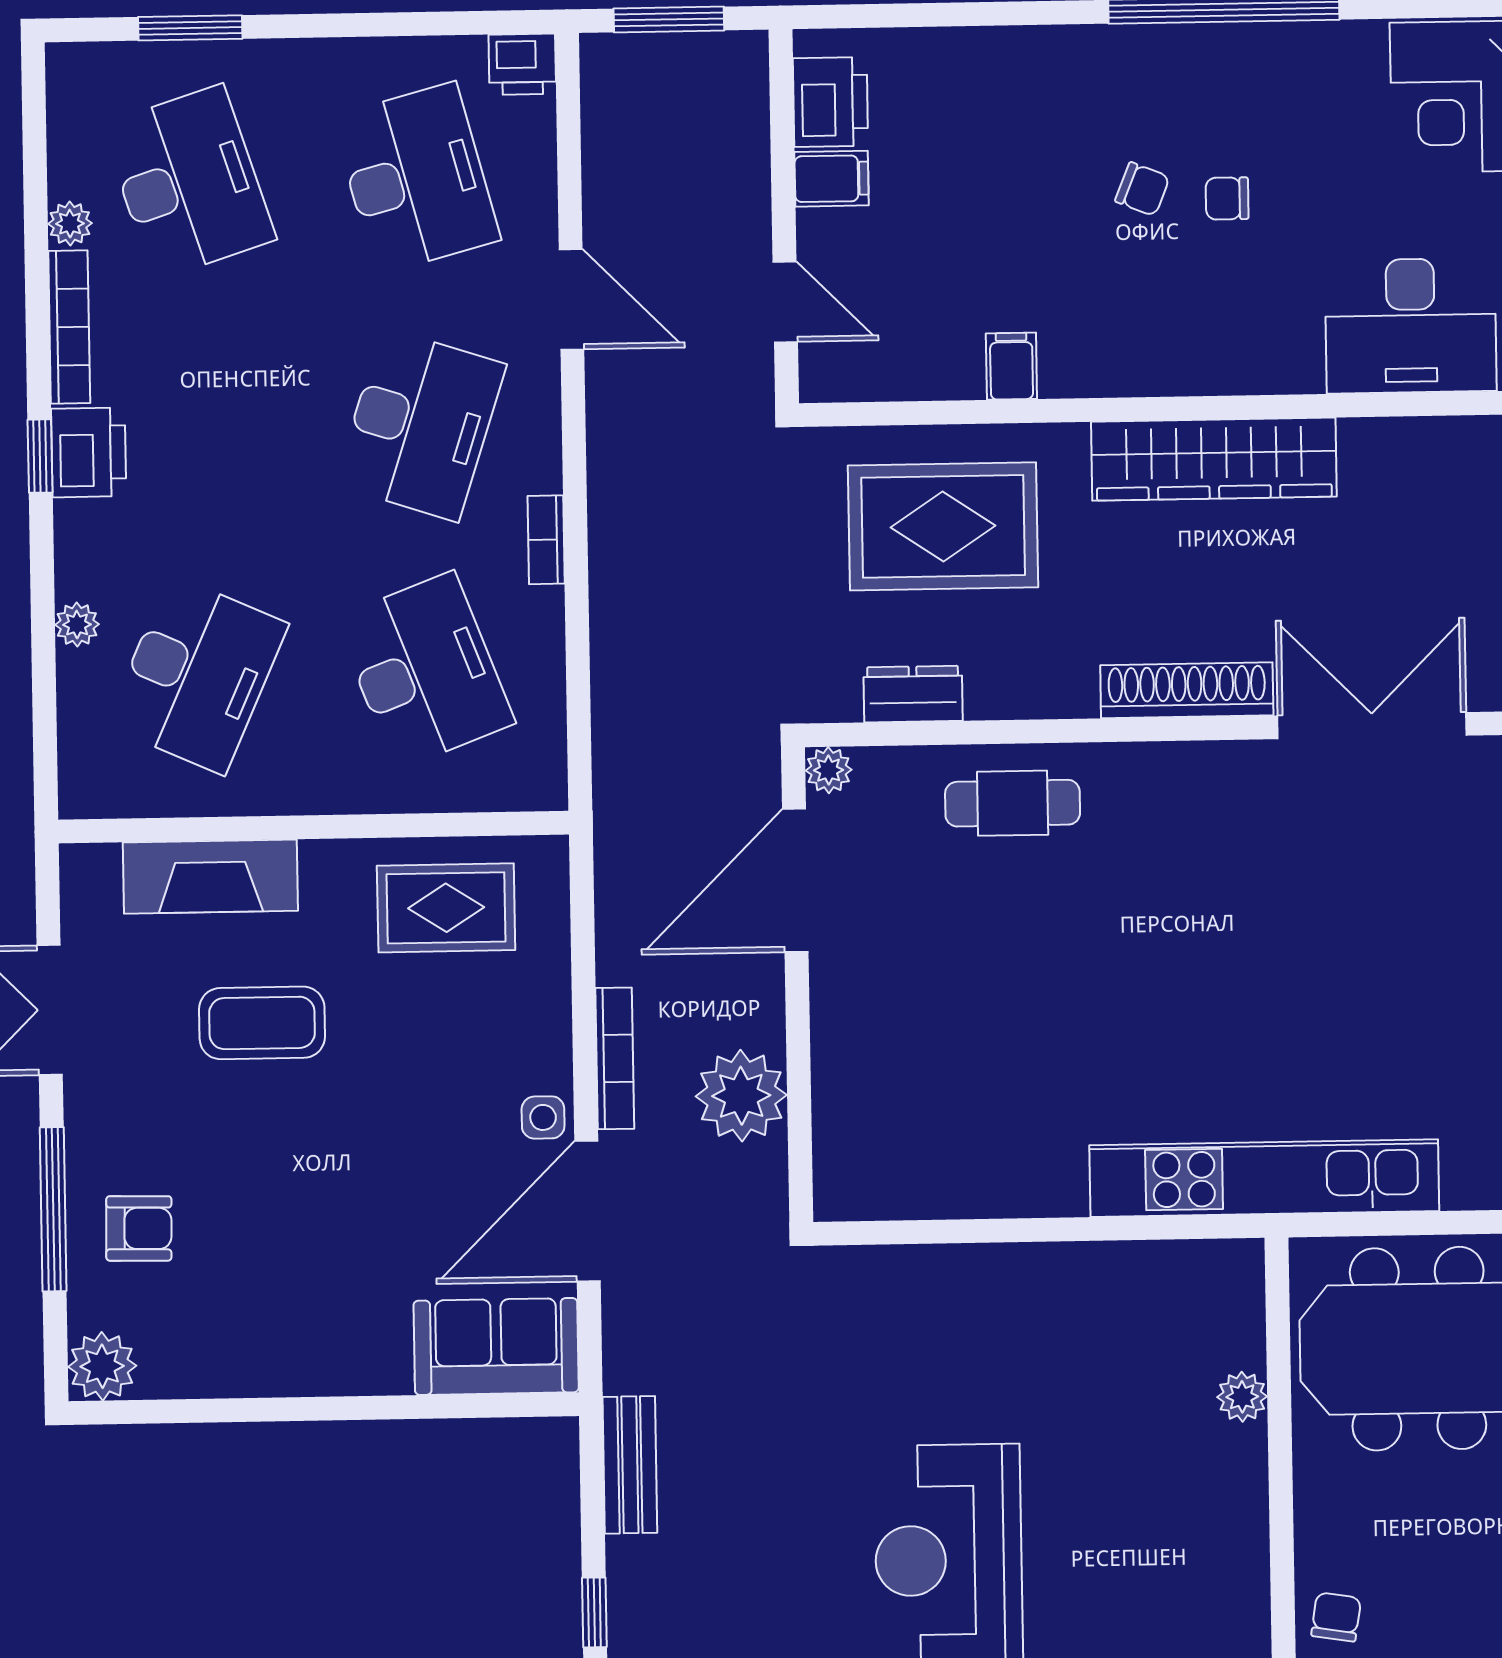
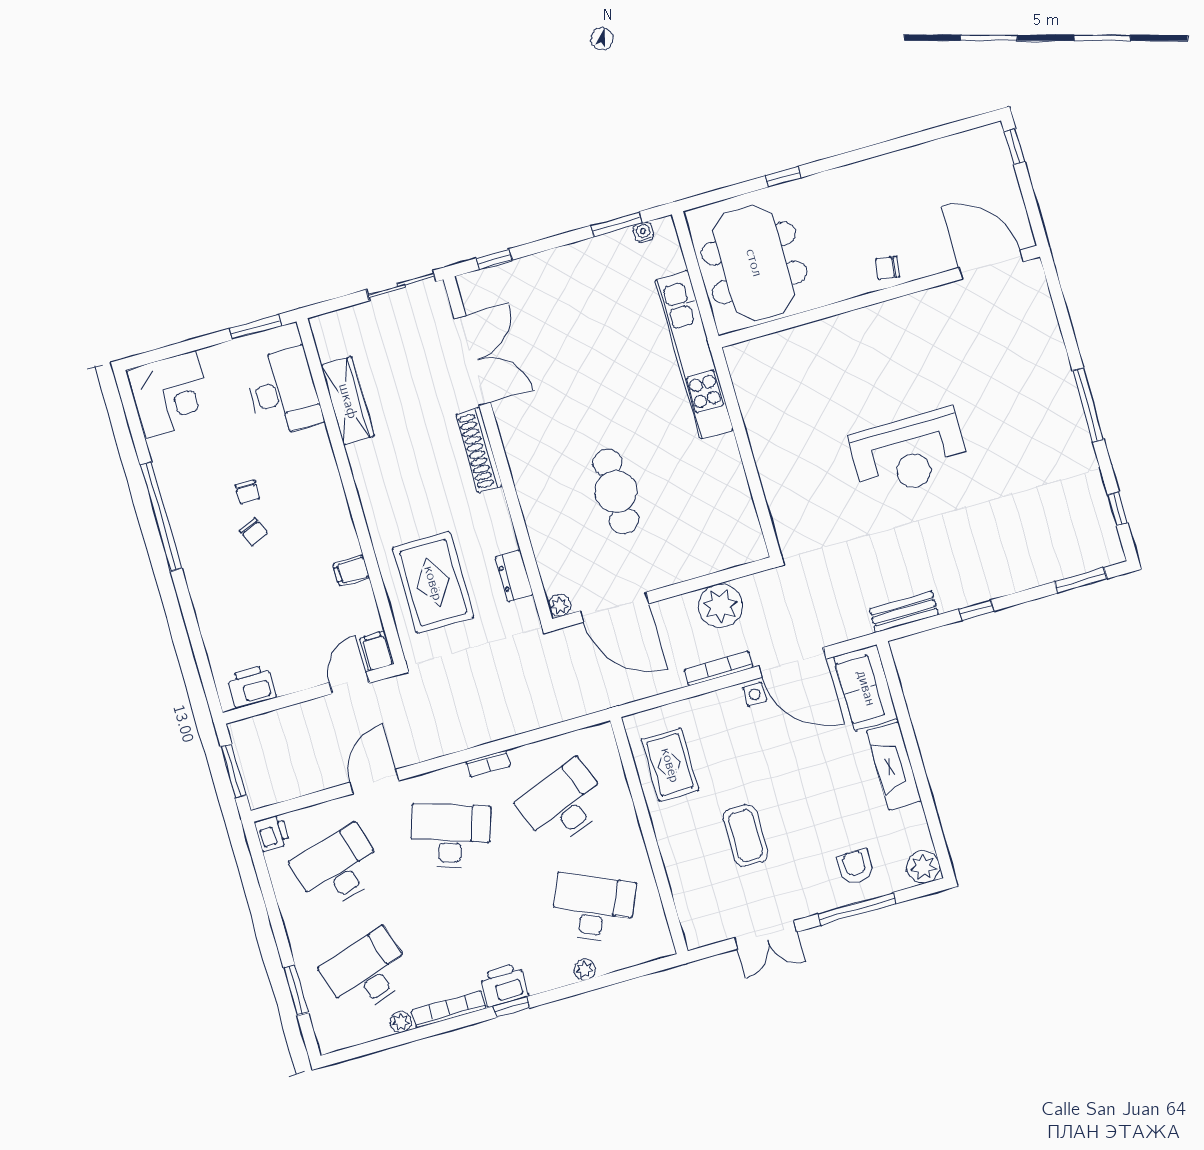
filing cabinet: (832, 179) -> (377, 651), moved
chair: (1142, 189) -> (254, 532), turned 135
wardrobe: (1214, 459) -> (348, 401), moved, width x0.71, depth x0.85
double door: (1372, 726) -> (472, 361), swing flipped
cafe table: (1013, 803) -> (616, 492), moved, width x1.37, depth x1.35
fireplace: (210, 877) -> (894, 766), moved, turned 180
plant: (1242, 1397) -> (798, 338), removed

